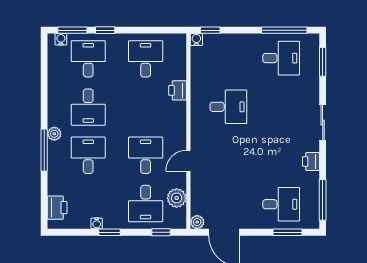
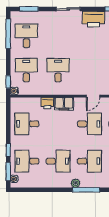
desk: (228, 58) -> (26, 70), added
filing cabinet: (177, 116) -> (64, 104), added
desk: (88, 155) -> (89, 161), turned 180
desk: (146, 155) -> (89, 124), turned 180
door: (188, 161) -> (93, 96), hinge flipped
printer: (311, 161) -> (94, 19), width x1.87, depth x1.48

